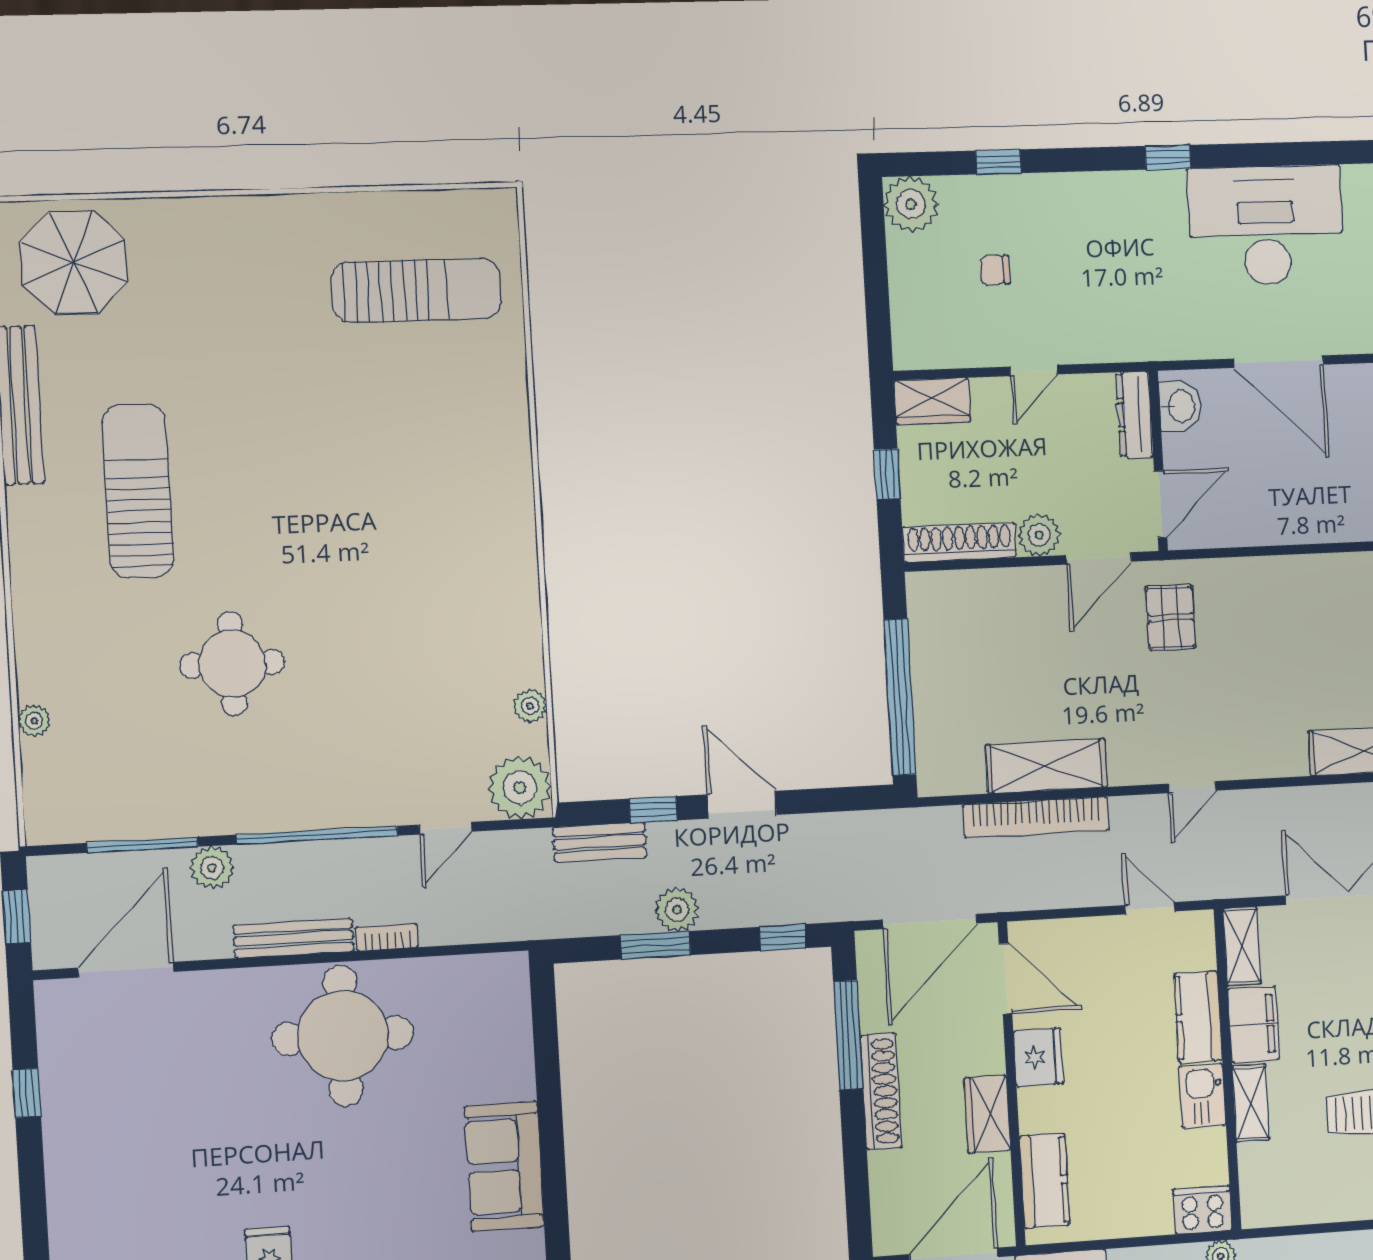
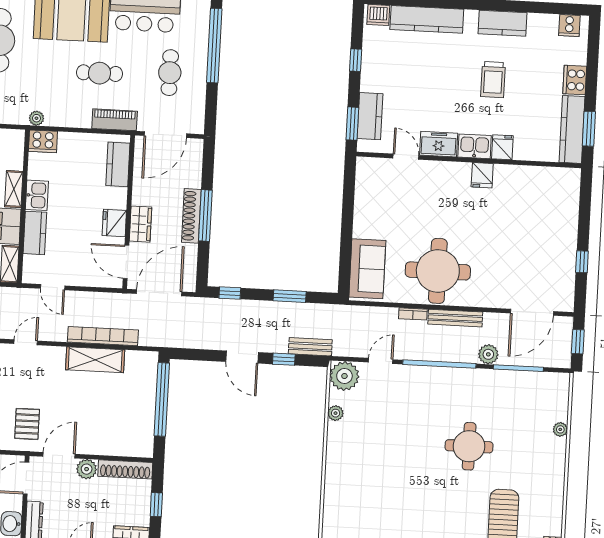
plant: (677, 910) -> (278, 312), removed
window: (848, 1035) -> (205, 216), moved
wardrobe: (987, 1114) -> (141, 224), moved
sofa: (504, 1166) -> (367, 269), moved

